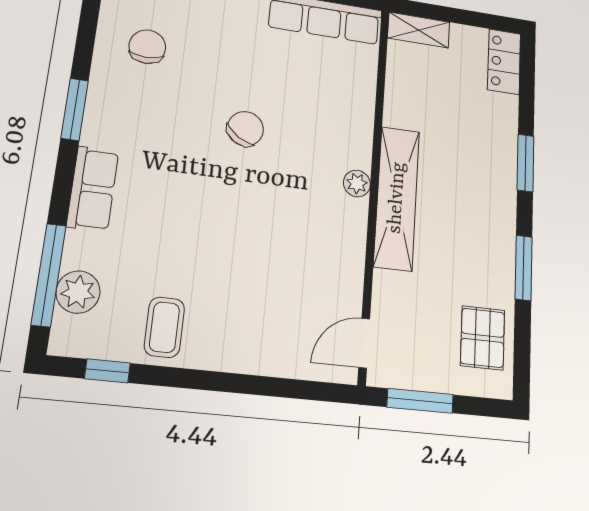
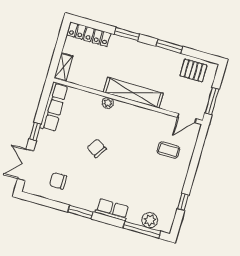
locker: (504, 62) -> (89, 34), width x1.53
plant: (357, 183) -> (108, 103), moved
coffee table: (164, 327) -> (168, 150), moved
door: (364, 343) -> (187, 118), hinge flipped
window: (107, 371) -> (183, 202), moved

